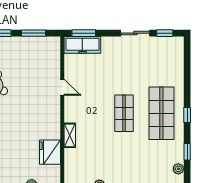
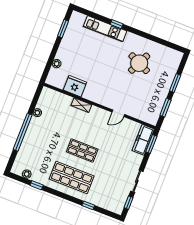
window: (187, 115) -> (88, 205), moved

